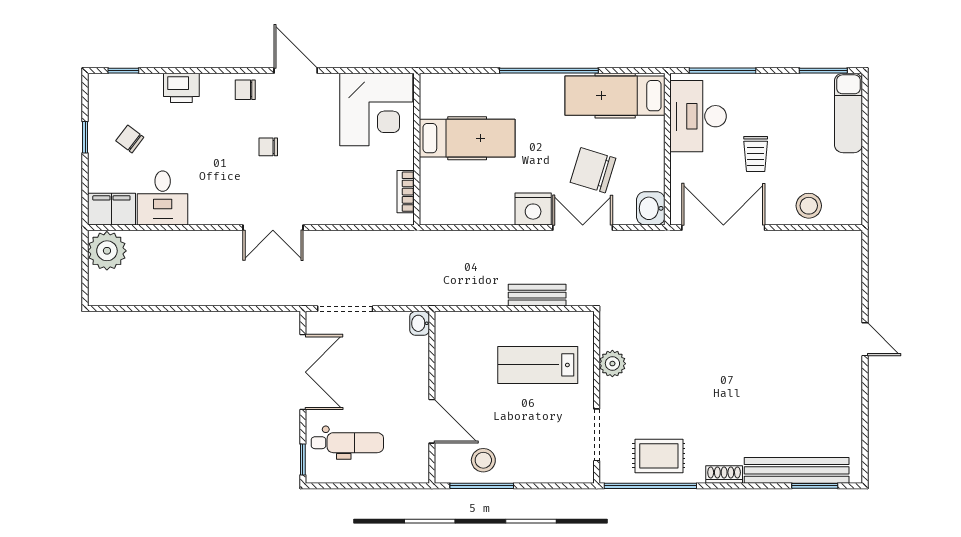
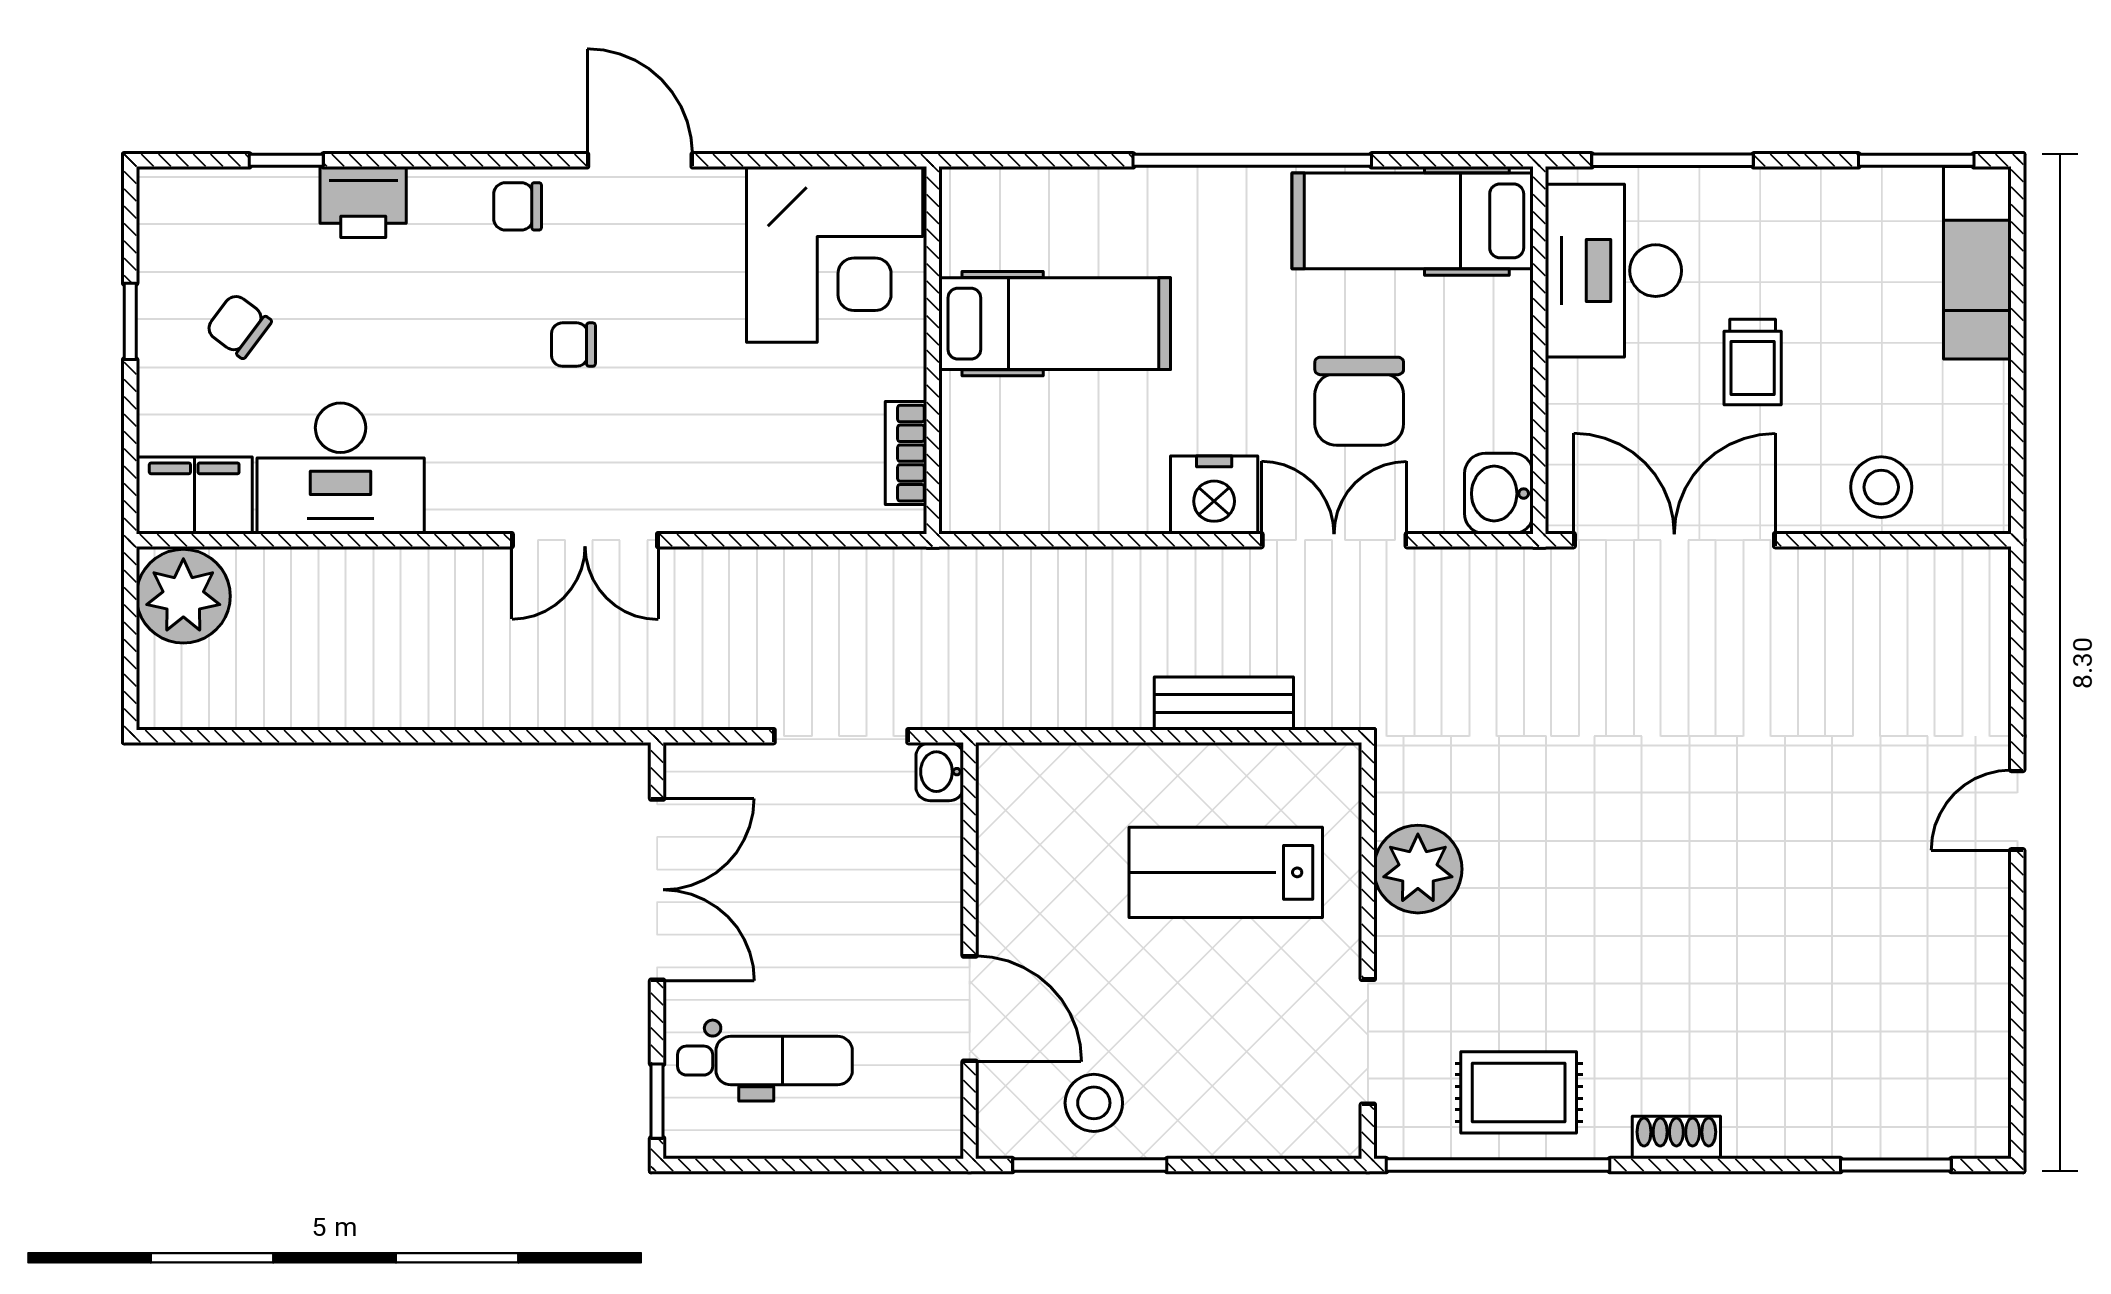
window: (123, 71) -> (286, 160), moved
chair: (593, 170) -> (1359, 401), turned -107
desk: (163, 198) -> (341, 468), width x1.37
doorway: (345, 309) -> (841, 736), moved
door: (865, 339) -> (2017, 810), swing flipped
plant: (612, 364) -> (1418, 869), width x1.36, depth x1.36
bench: (797, 470) -> (1852, 1127), removed

